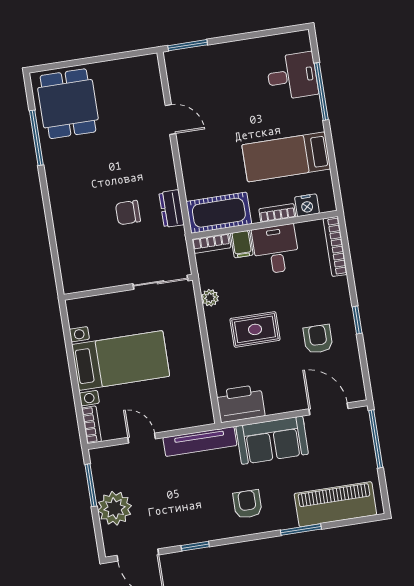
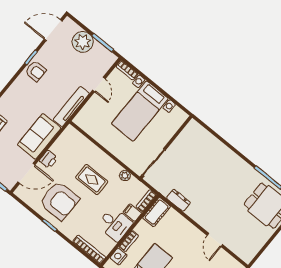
door: (170, 120) -> (215, 240), hinge flipped
chair: (128, 213) -> (196, 181), removed
cot: (219, 213) -> (157, 212), width x0.73, depth x0.75
rug: (255, 329) -> (92, 180), turned 90
armchair: (318, 339) -> (59, 201), width x1.88, depth x1.88
printer: (240, 403) -> (48, 159), moved, width x0.53, depth x0.68
door: (142, 438) -> (99, 84), hinge flipped
armchair: (247, 504) -> (36, 71), moved

